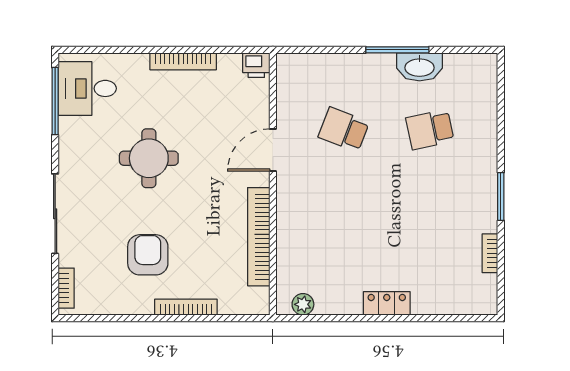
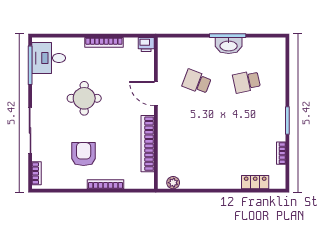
washbasin: (420, 67) -> (229, 46), moved
door: (273, 150) -> (156, 94), hinge flipped
locker: (387, 303) -> (255, 182), moved

